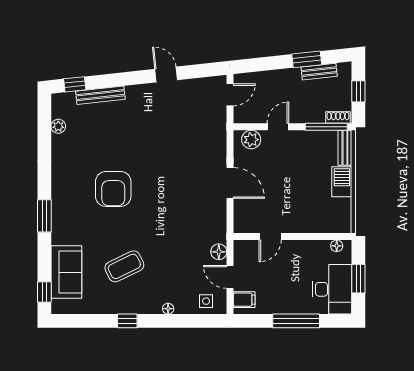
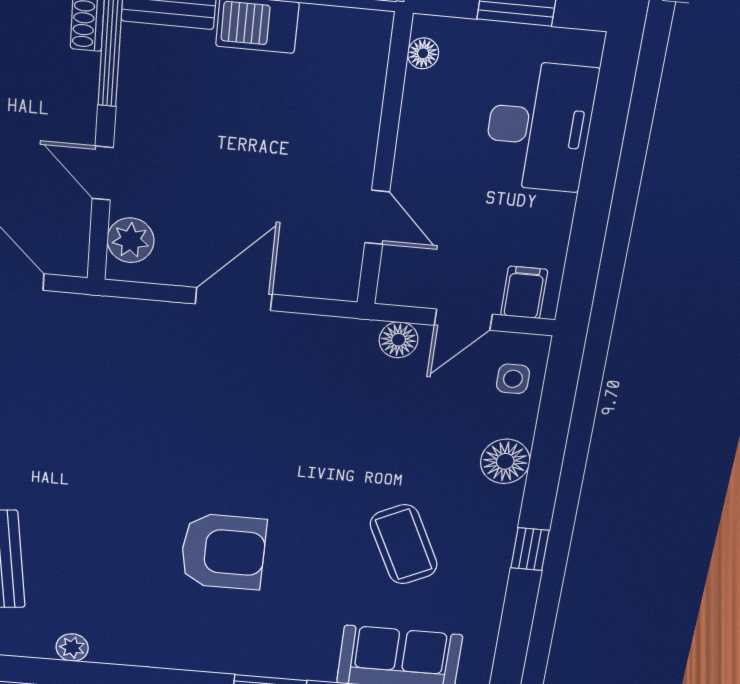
desk: (332, 289) -> (539, 127), moved, turned 90
floor lamp: (168, 309) -> (505, 461), width x1.89, depth x1.89
window: (296, 321) -> (599, 174), removed

